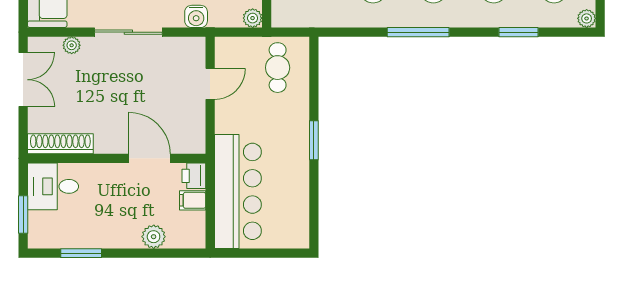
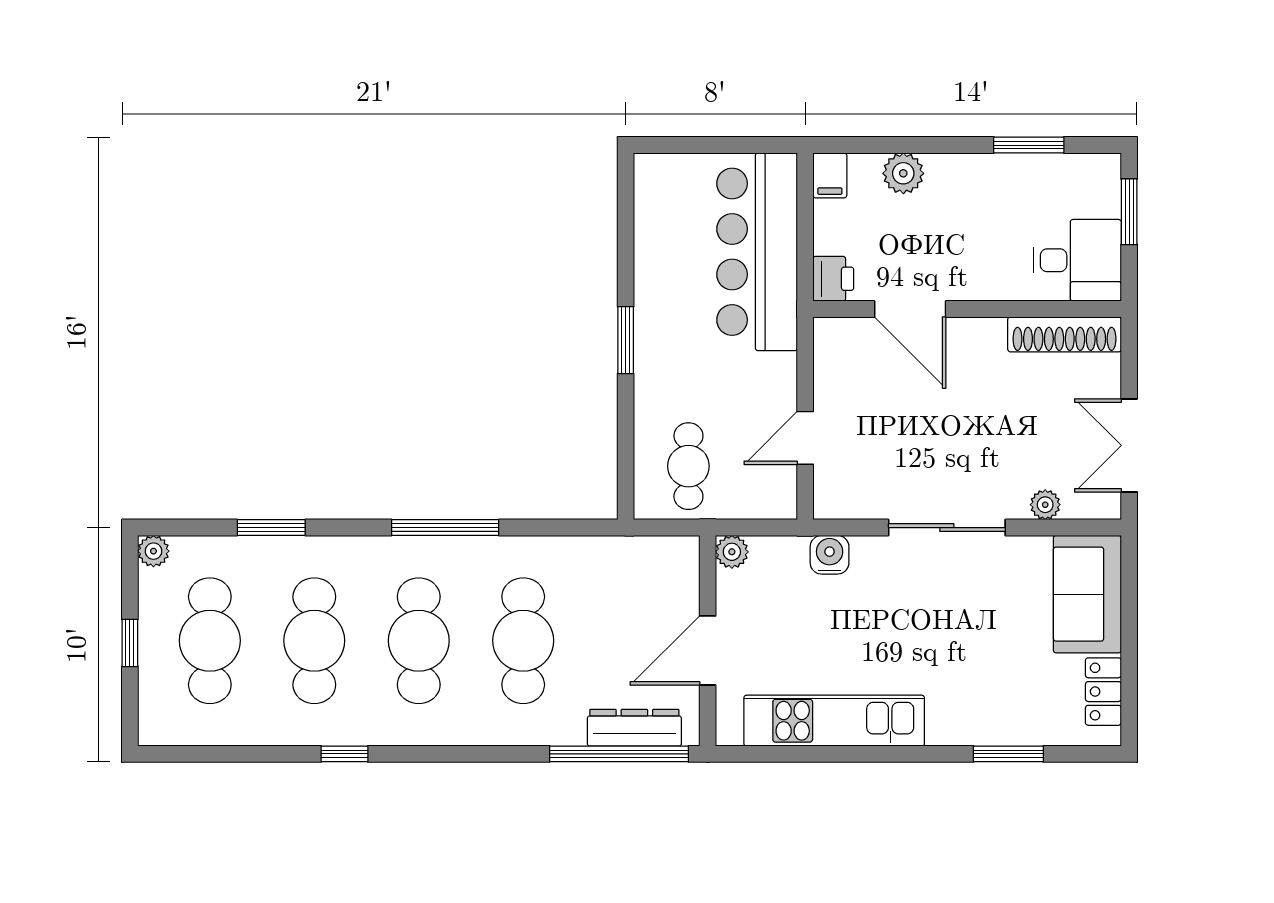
filing cabinet: (193, 200) -> (830, 175), moved, turned 90

